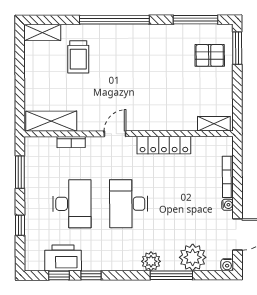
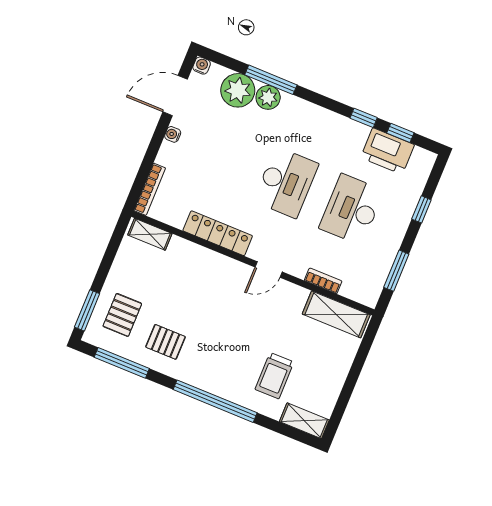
pallet: (169, 49) -> (166, 342), added
pallet: (210, 55) -> (122, 315), turned 90
trolley: (78, 57) -> (274, 376), turned 180
bookcase: (228, 177) -> (150, 189), moved
plant: (151, 261) -> (268, 97), moved

